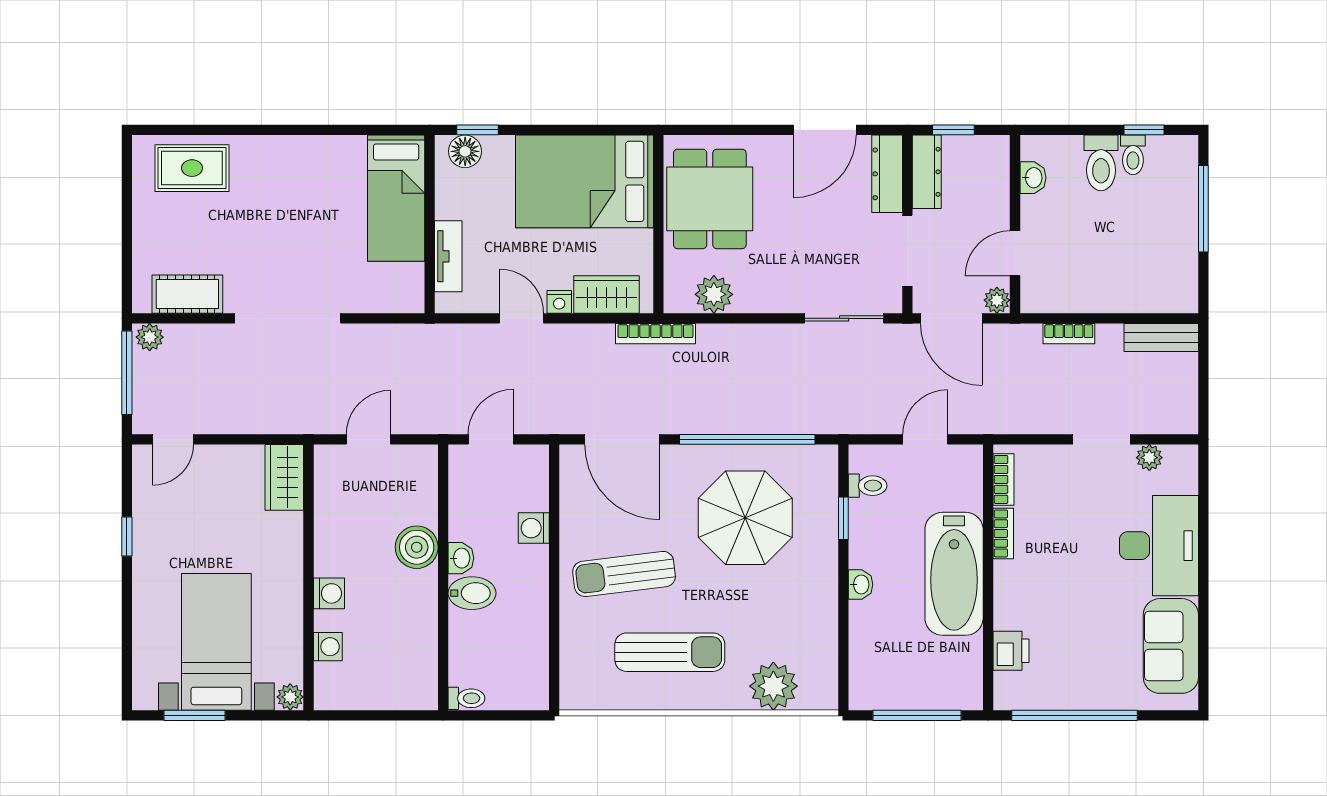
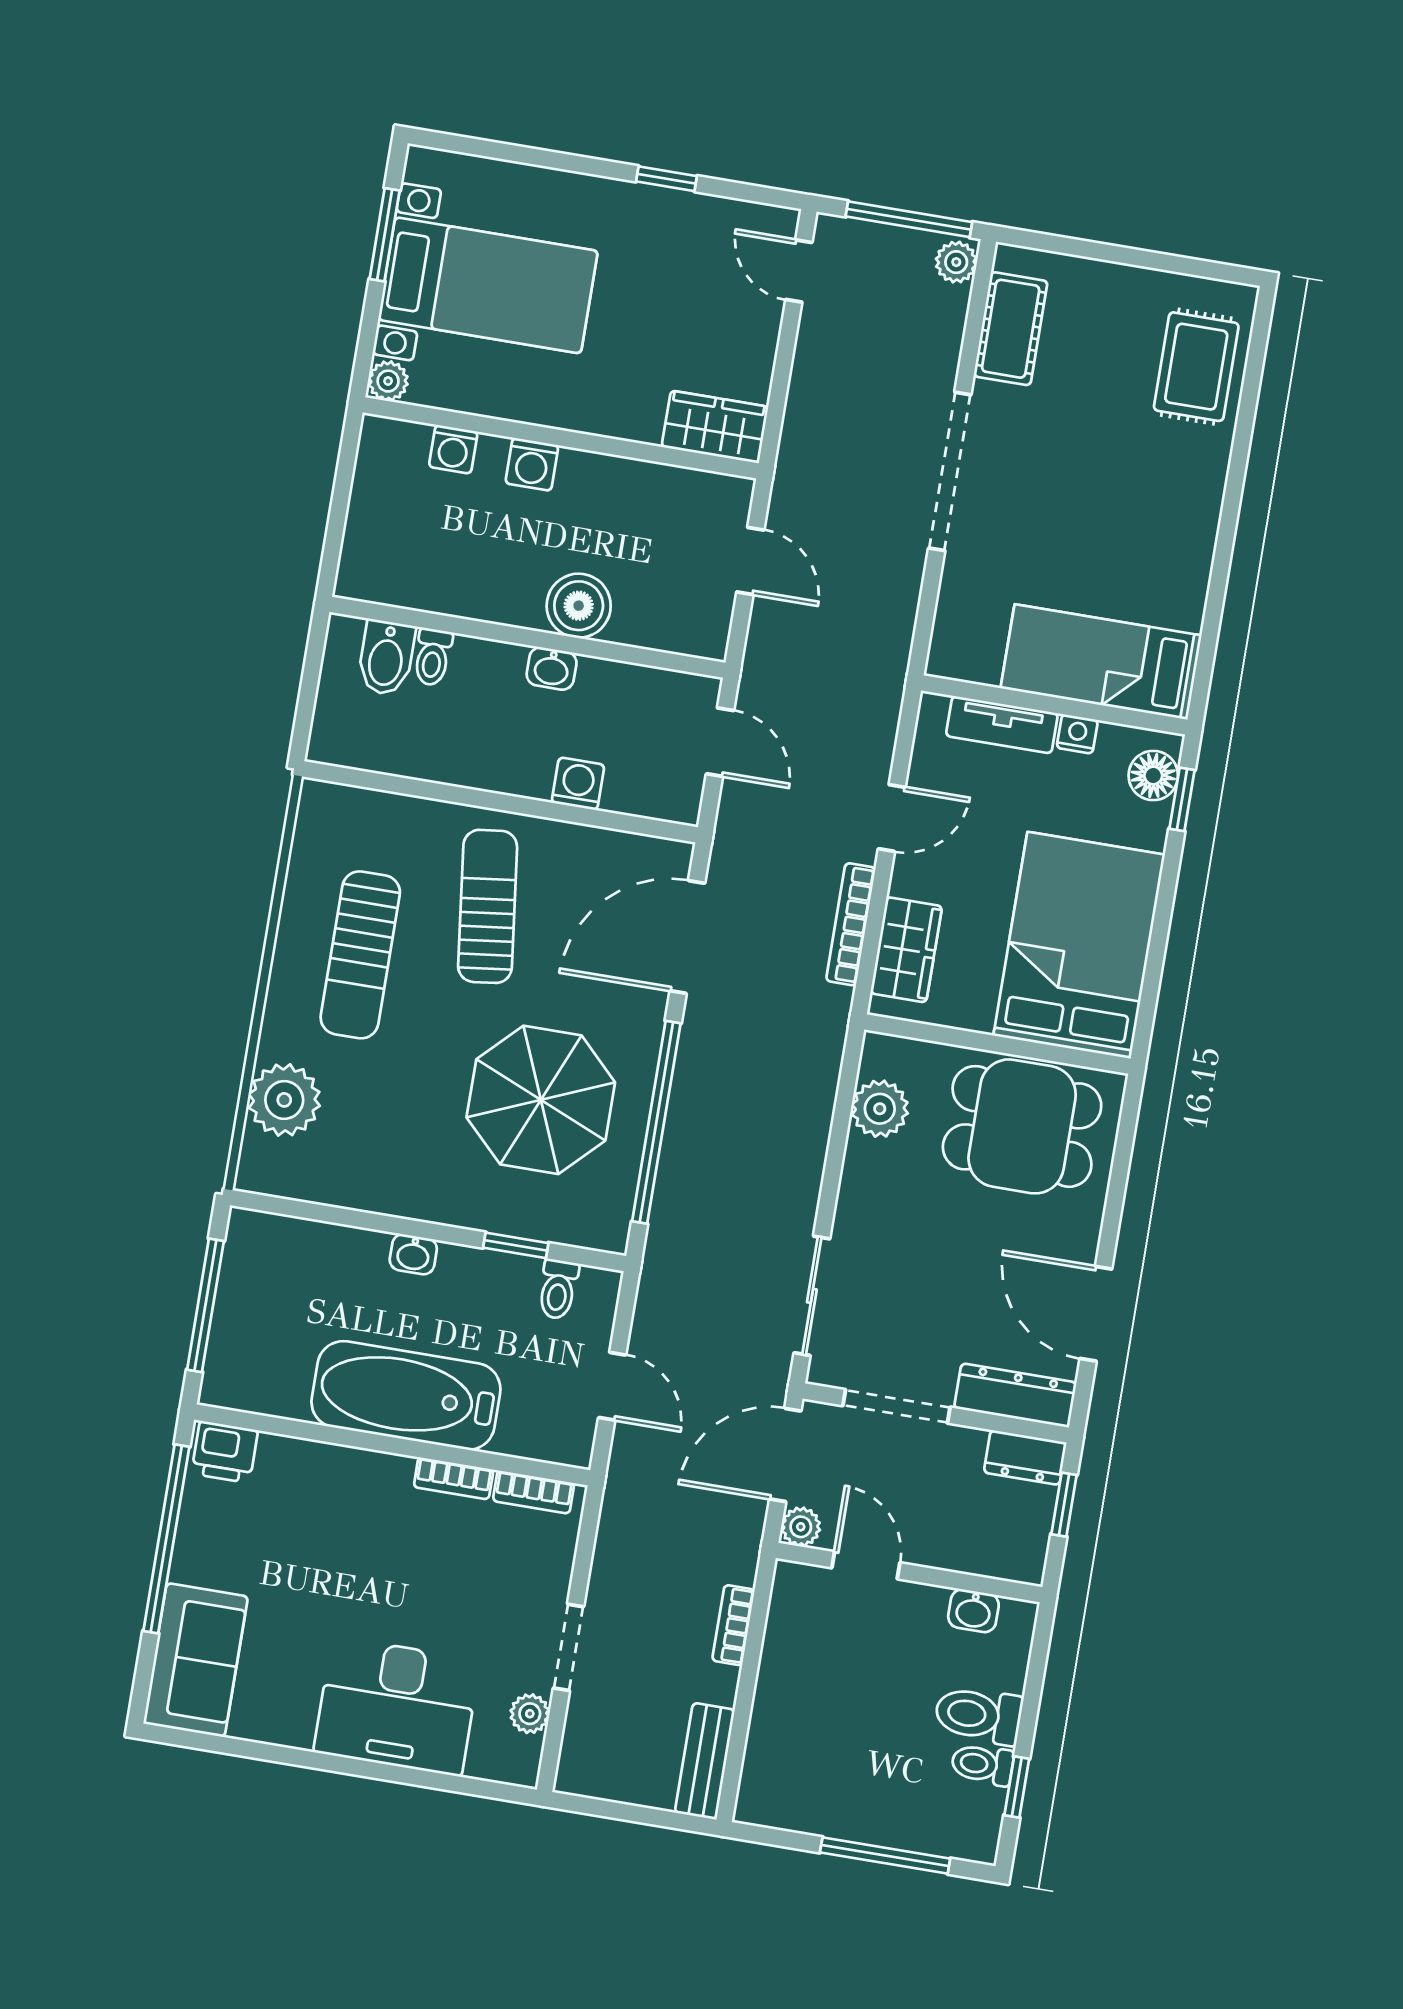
dresser: (927, 172) -> (1025, 1458), width x0.70
nightstand: (559, 302) -> (1077, 734), moved, turned 90
bookcase: (655, 334) -> (851, 924), moved
bidet: (472, 593) -> (386, 658), moved
sofa: (1171, 646) -> (196, 1660), moved, turned 90
printer: (1011, 651) -> (225, 1452), moved
toilet: (466, 698) -> (433, 657), moved

